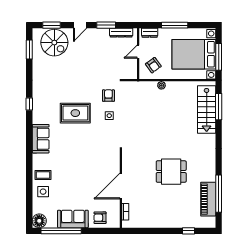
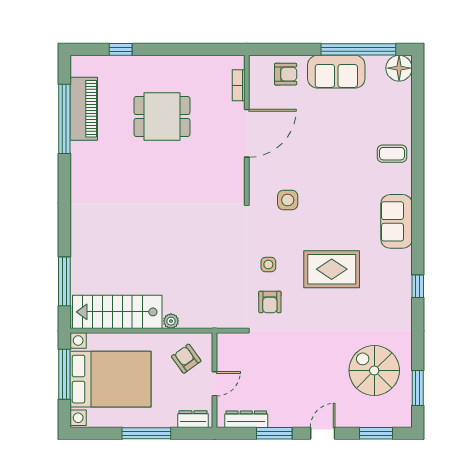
spiral stairs: (54, 43) -> (374, 370), moved
stairs: (207, 110) -> (117, 312), moved, turned -90
dining table: (171, 172) -> (162, 117), moved
side table: (43, 192) -> (288, 200), moved

